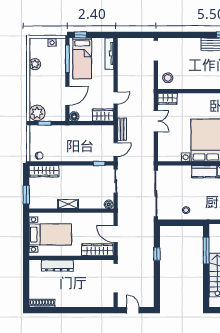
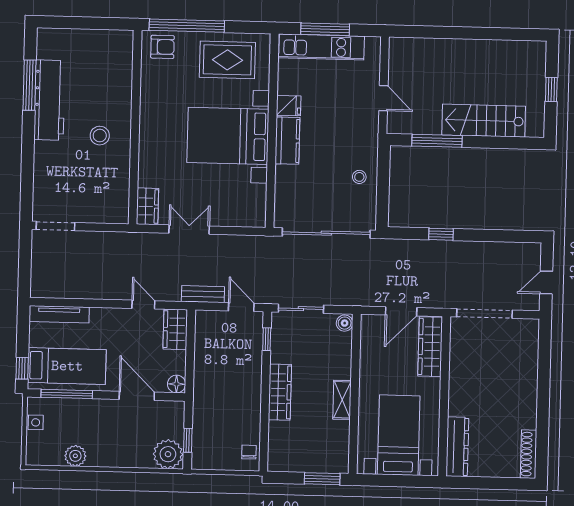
stool: (168, 78) -> (100, 136), moved
wardrobe: (44, 171) -> (280, 392), moved
dresser: (57, 266) -> (457, 447), moved

